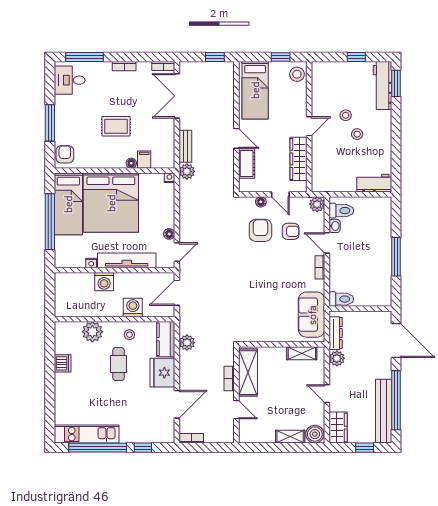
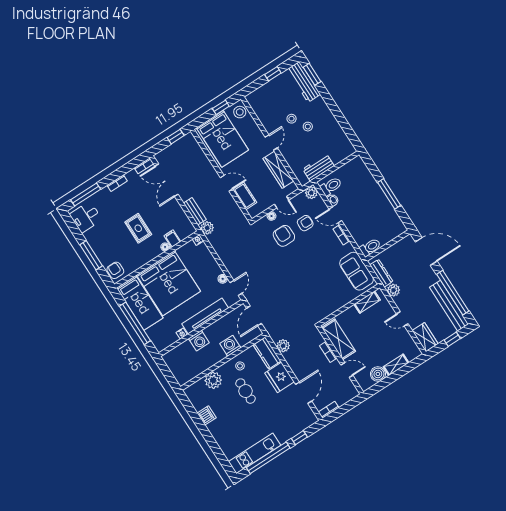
bed: (255, 90) -> (222, 139), width x1.50
rug: (116, 126) -> (138, 228), turned 90
workbench: (374, 183) -> (318, 168), moved
boiler: (315, 434) -> (378, 374), moved

